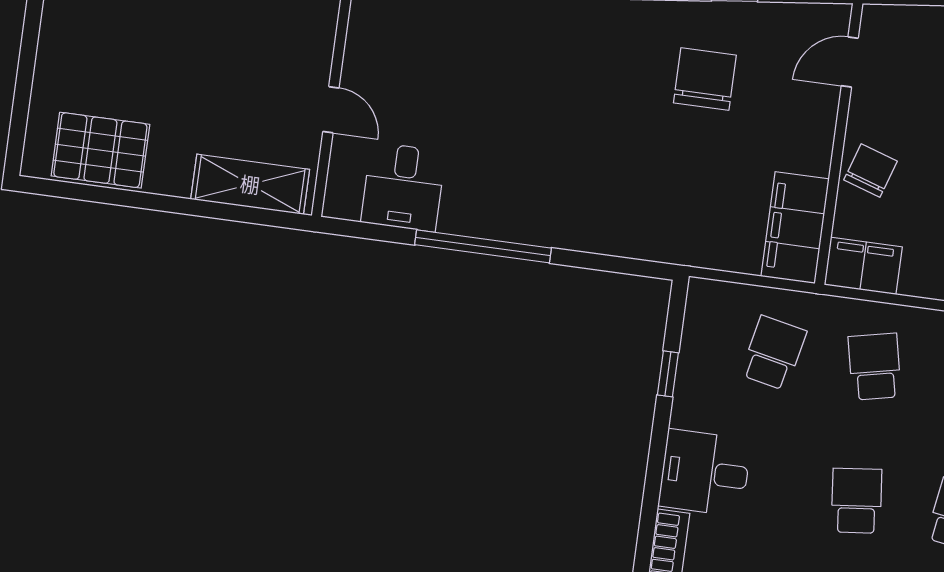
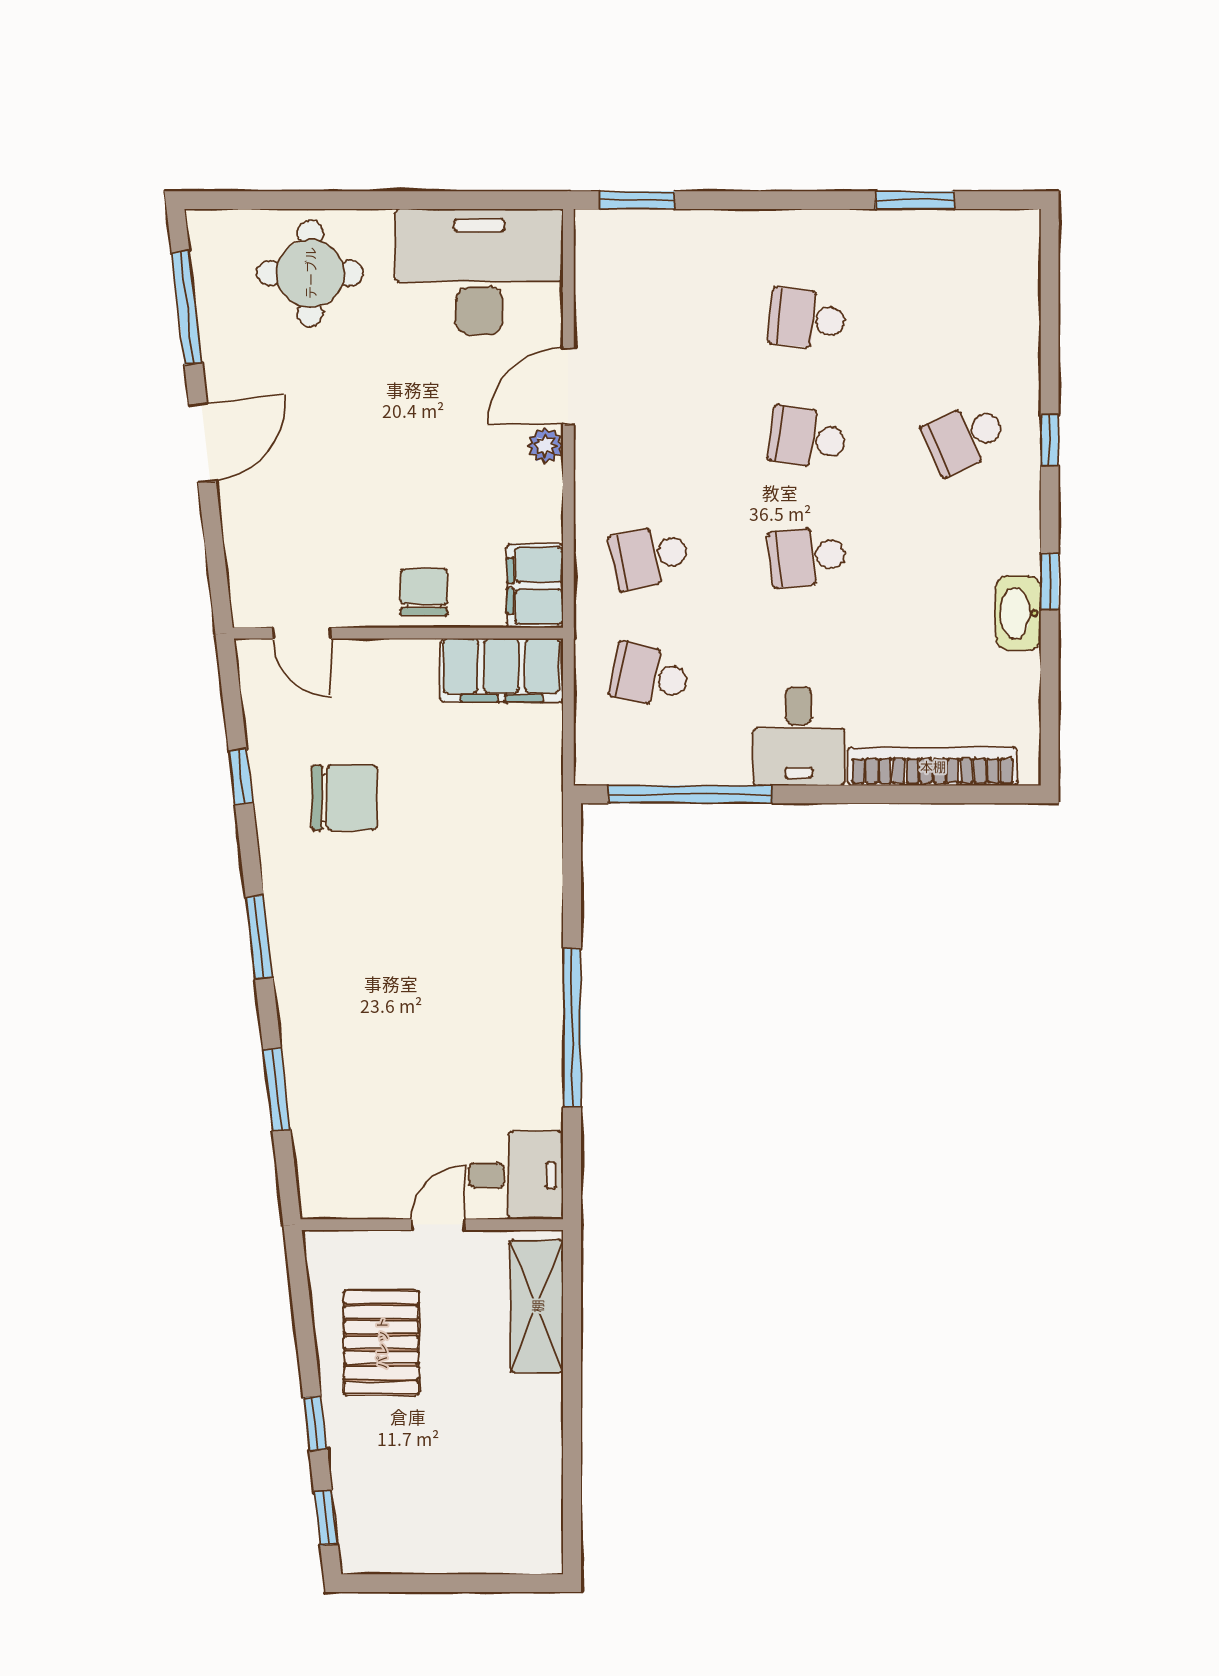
chair: (705, 79) -> (344, 798), turned 180
pallet: (100, 150) -> (381, 1343), moved
chair: (870, 171) -> (424, 592), turned 72
desk: (403, 187) -> (516, 1175), moved
window: (668, 374) -> (690, 794), width x3.17

